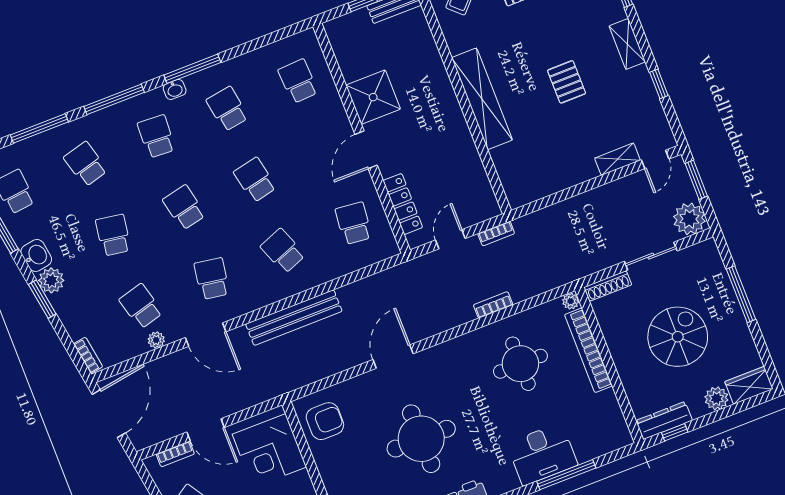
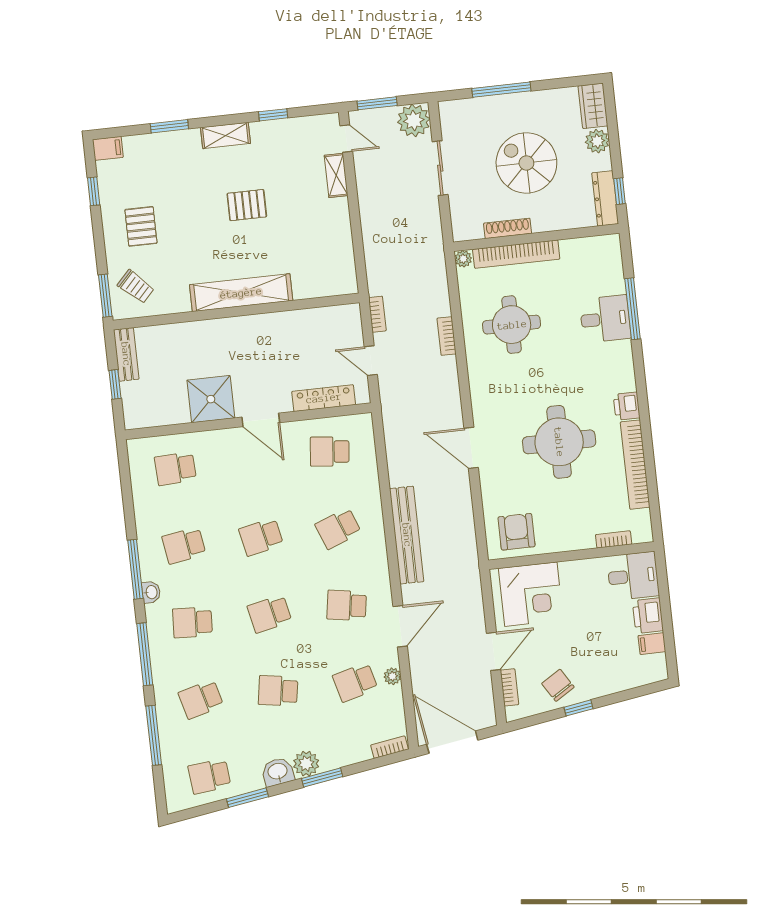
shoe rack: (608, 286) -> (508, 228), moved, turned -90
desk: (542, 454) -> (605, 319), width x0.73

